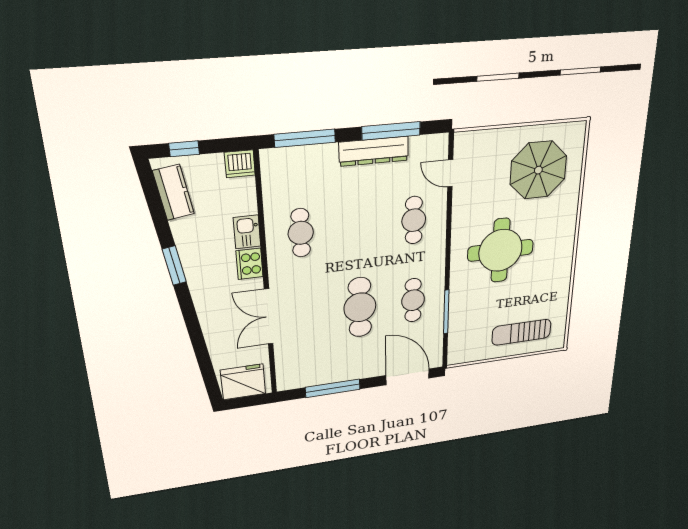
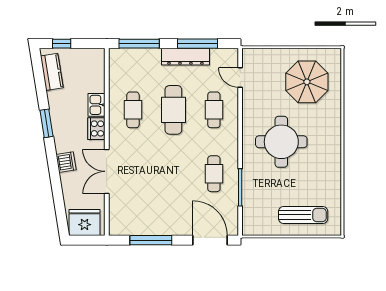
dishwasher: (240, 164) -> (66, 162), moved, turned -99
cafe table: (360, 307) -> (173, 110), moved
sun lounger: (522, 332) -> (303, 215), turned 180

